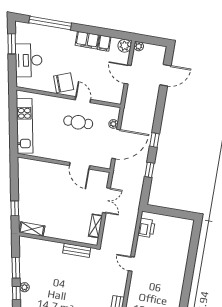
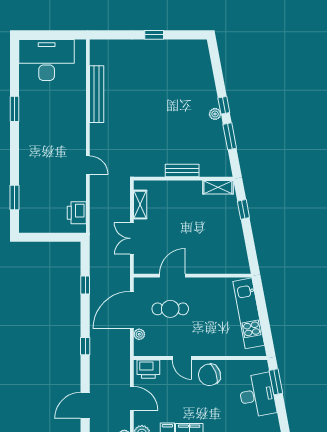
window: (12, 44) -> (276, 382), moved
printer: (111, 95) -> (148, 369), added
cafe table: (78, 122) -> (170, 309), moved
window: (154, 140) -> (85, 346), moved
door: (80, 166) -> (172, 276), hinge flipped
window: (193, 248) -> (15, 198), added
bench: (77, 250) -> (182, 170), moved

